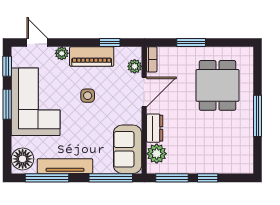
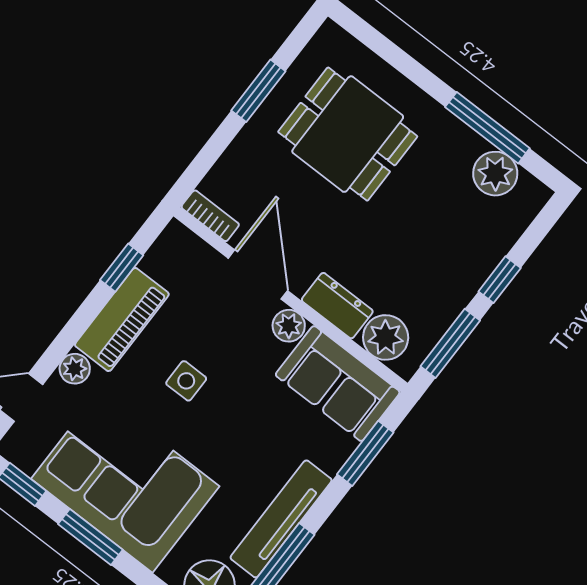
window: (191, 42) -> (258, 91), moved
plant: (135, 66) -> (289, 326), moved
window: (258, 116) -> (487, 128), moved
plant: (244, 148) -> (495, 174), added
window: (111, 178) -> (365, 453), width x0.69

